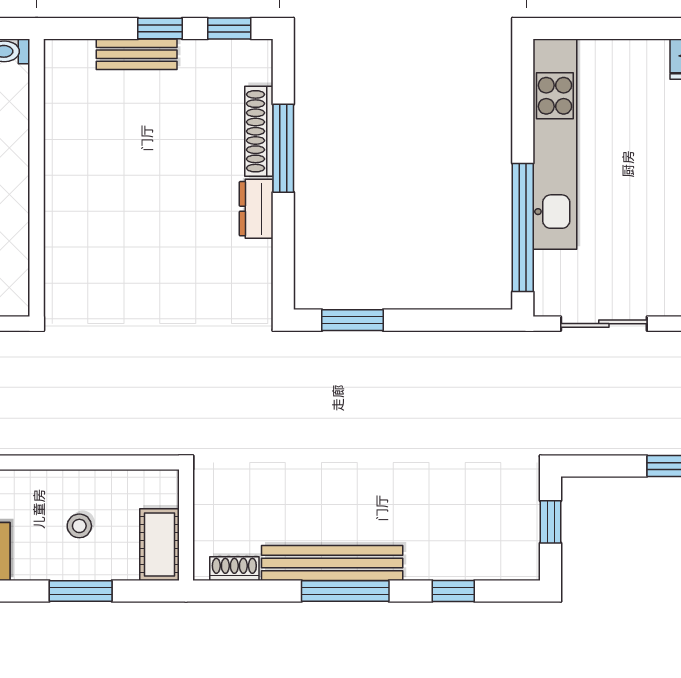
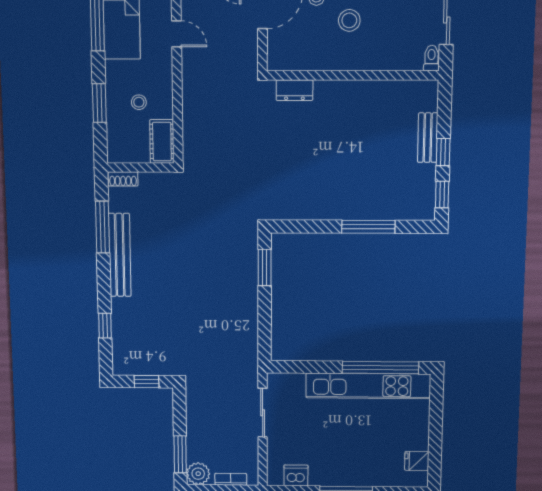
shoe rack: (259, 131) -> (379, 212), removed
dresser: (256, 209) -> (294, 90), moved, turned 180
window: (523, 228) -> (380, 368), moved
cot: (159, 545) -> (162, 141), moved, turned 90
shoe rack: (234, 569) -> (123, 179), moved, turned 90
window: (345, 591) -> (102, 227), moved

